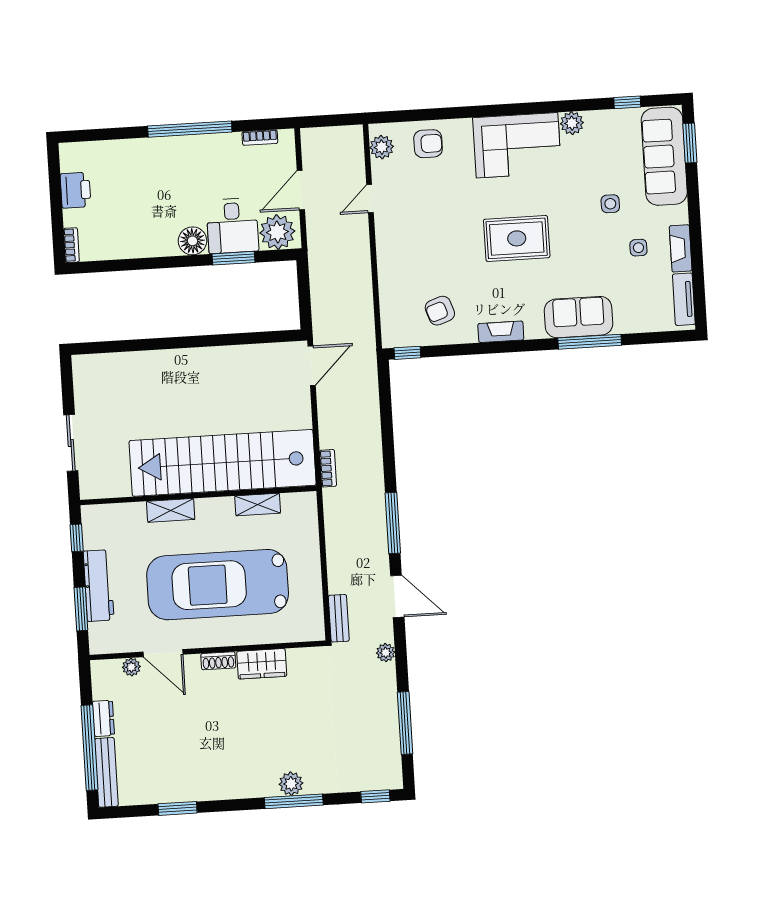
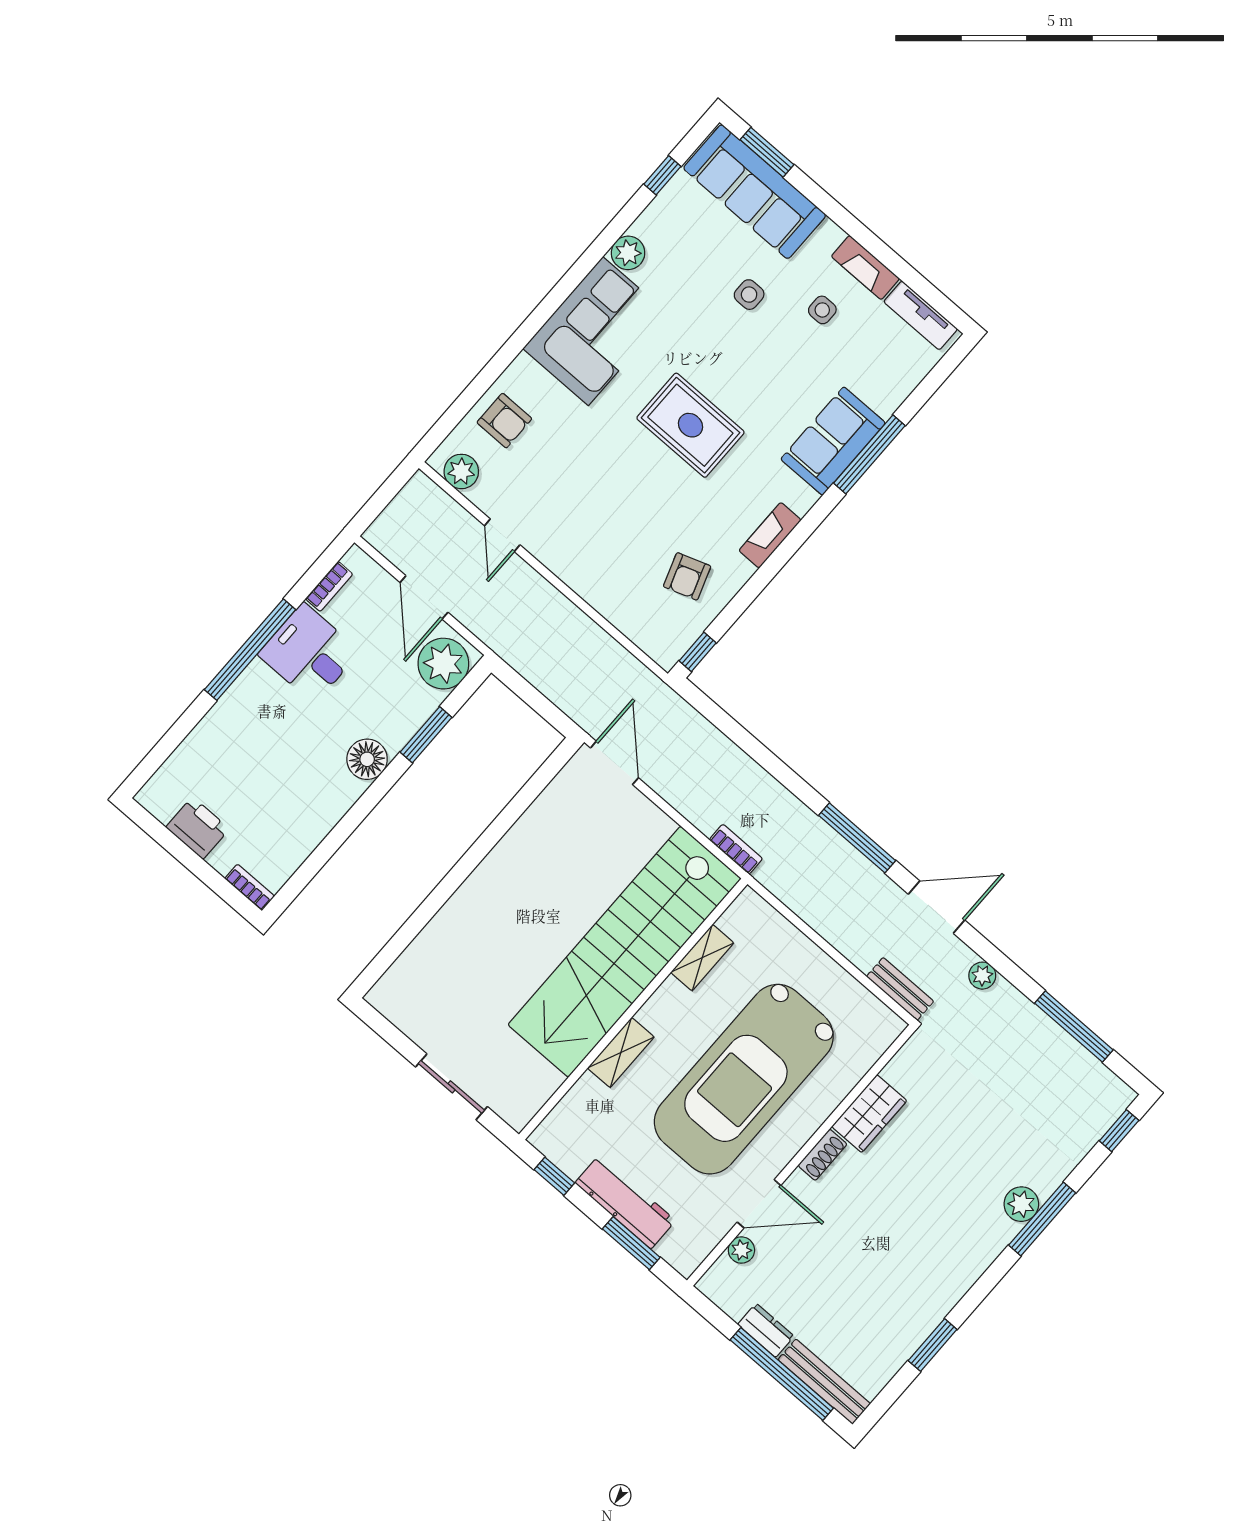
armchair: (428, 144) -> (504, 421), turned 90
desk: (232, 226) -> (309, 653), moved, turned 180
rug: (517, 238) -> (690, 425), turned 90

